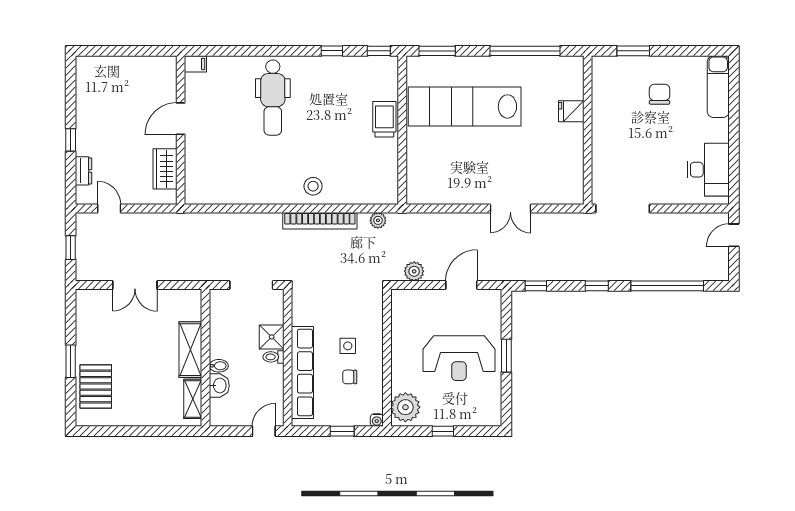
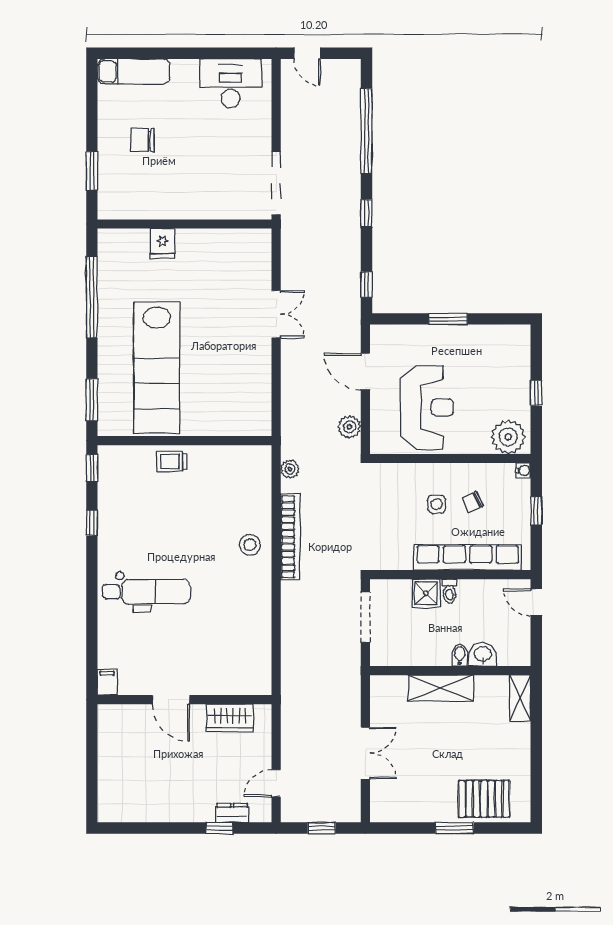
trolley: (384, 119) -> (172, 462), width x0.73, depth x0.72
window: (71, 140) -> (219, 828), moved
reception desk: (459, 358) -> (427, 407), moved
chair: (350, 377) -> (473, 502), turned 65
shelving: (193, 399) -> (520, 698), moved, turned 90

